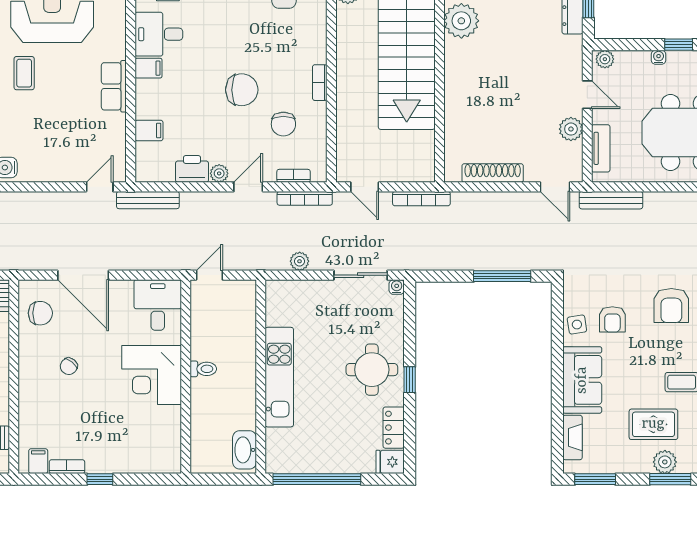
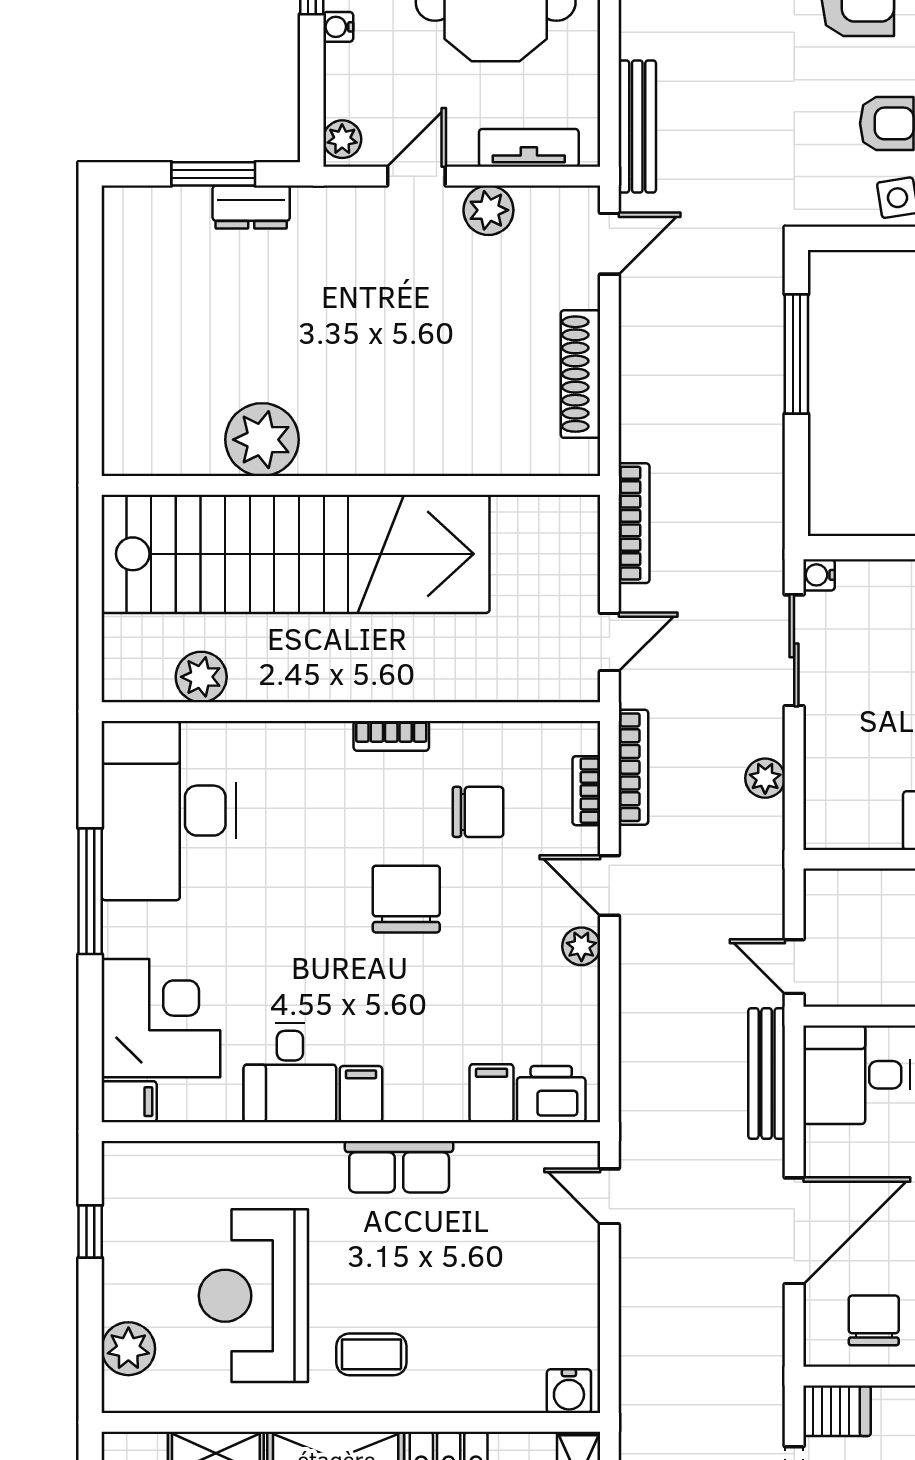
printer: (192, 169) -> (551, 1094), moved, turned 90
bench: (148, 200) -> (767, 1073), moved

